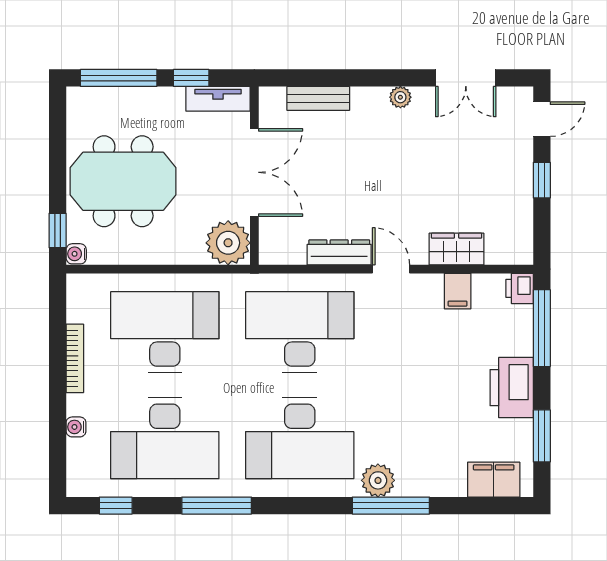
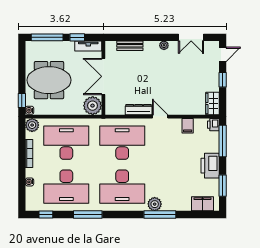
double door: (254, 172) -> (103, 76), swing flipped
wardrobe: (457, 249) -> (212, 103), moved, turned -90
plant: (82, 290) -> (32, 125), added

